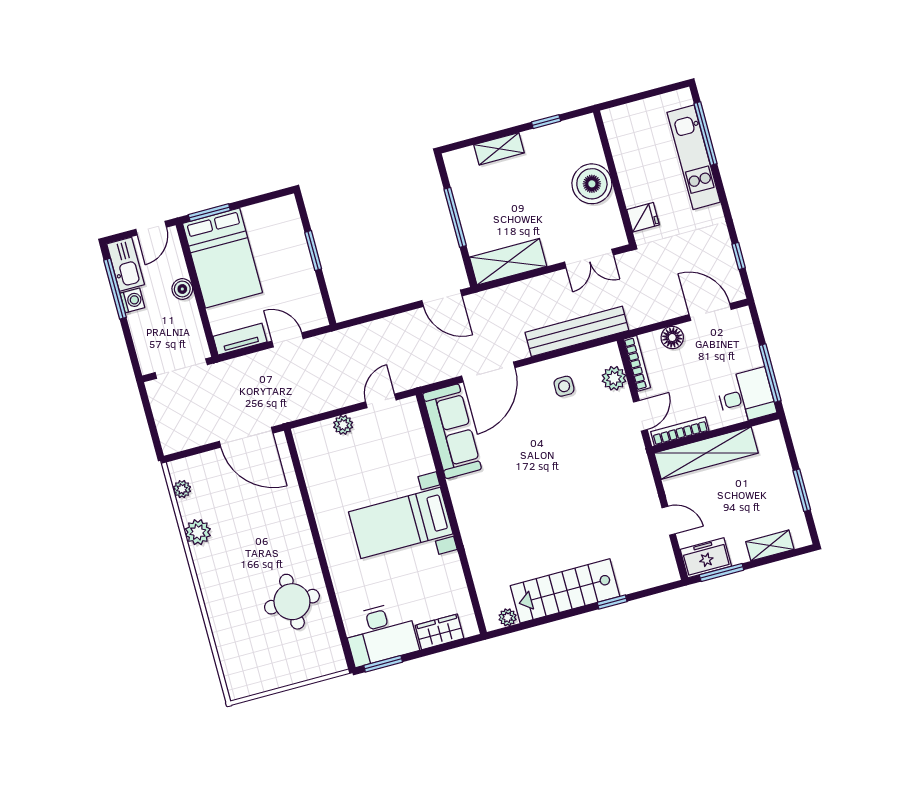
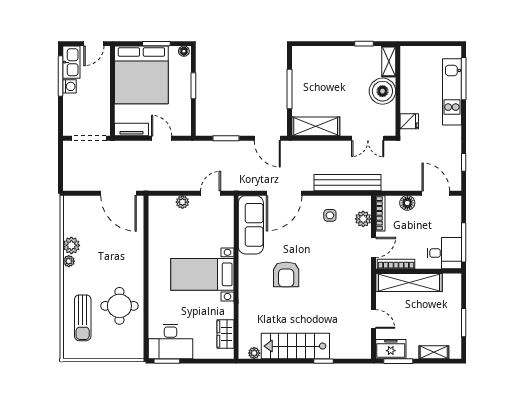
shelving: (499, 149) -> (389, 61), moved, turned 90
floor lamp: (286, 204) -> (184, 51), added
window: (209, 212) -> (156, 44), moved
bed: (222, 258) -> (141, 75), width x1.36
boiler: (182, 289) -> (103, 88), removed
window: (382, 314) -> (226, 138), added
plant: (182, 489) -> (69, 261), moved
armchair: (523, 490) -> (286, 274), added
wardrobe: (439, 632) -> (225, 334), moved, turned -90
sun lounger: (243, 634) -> (83, 318), added

